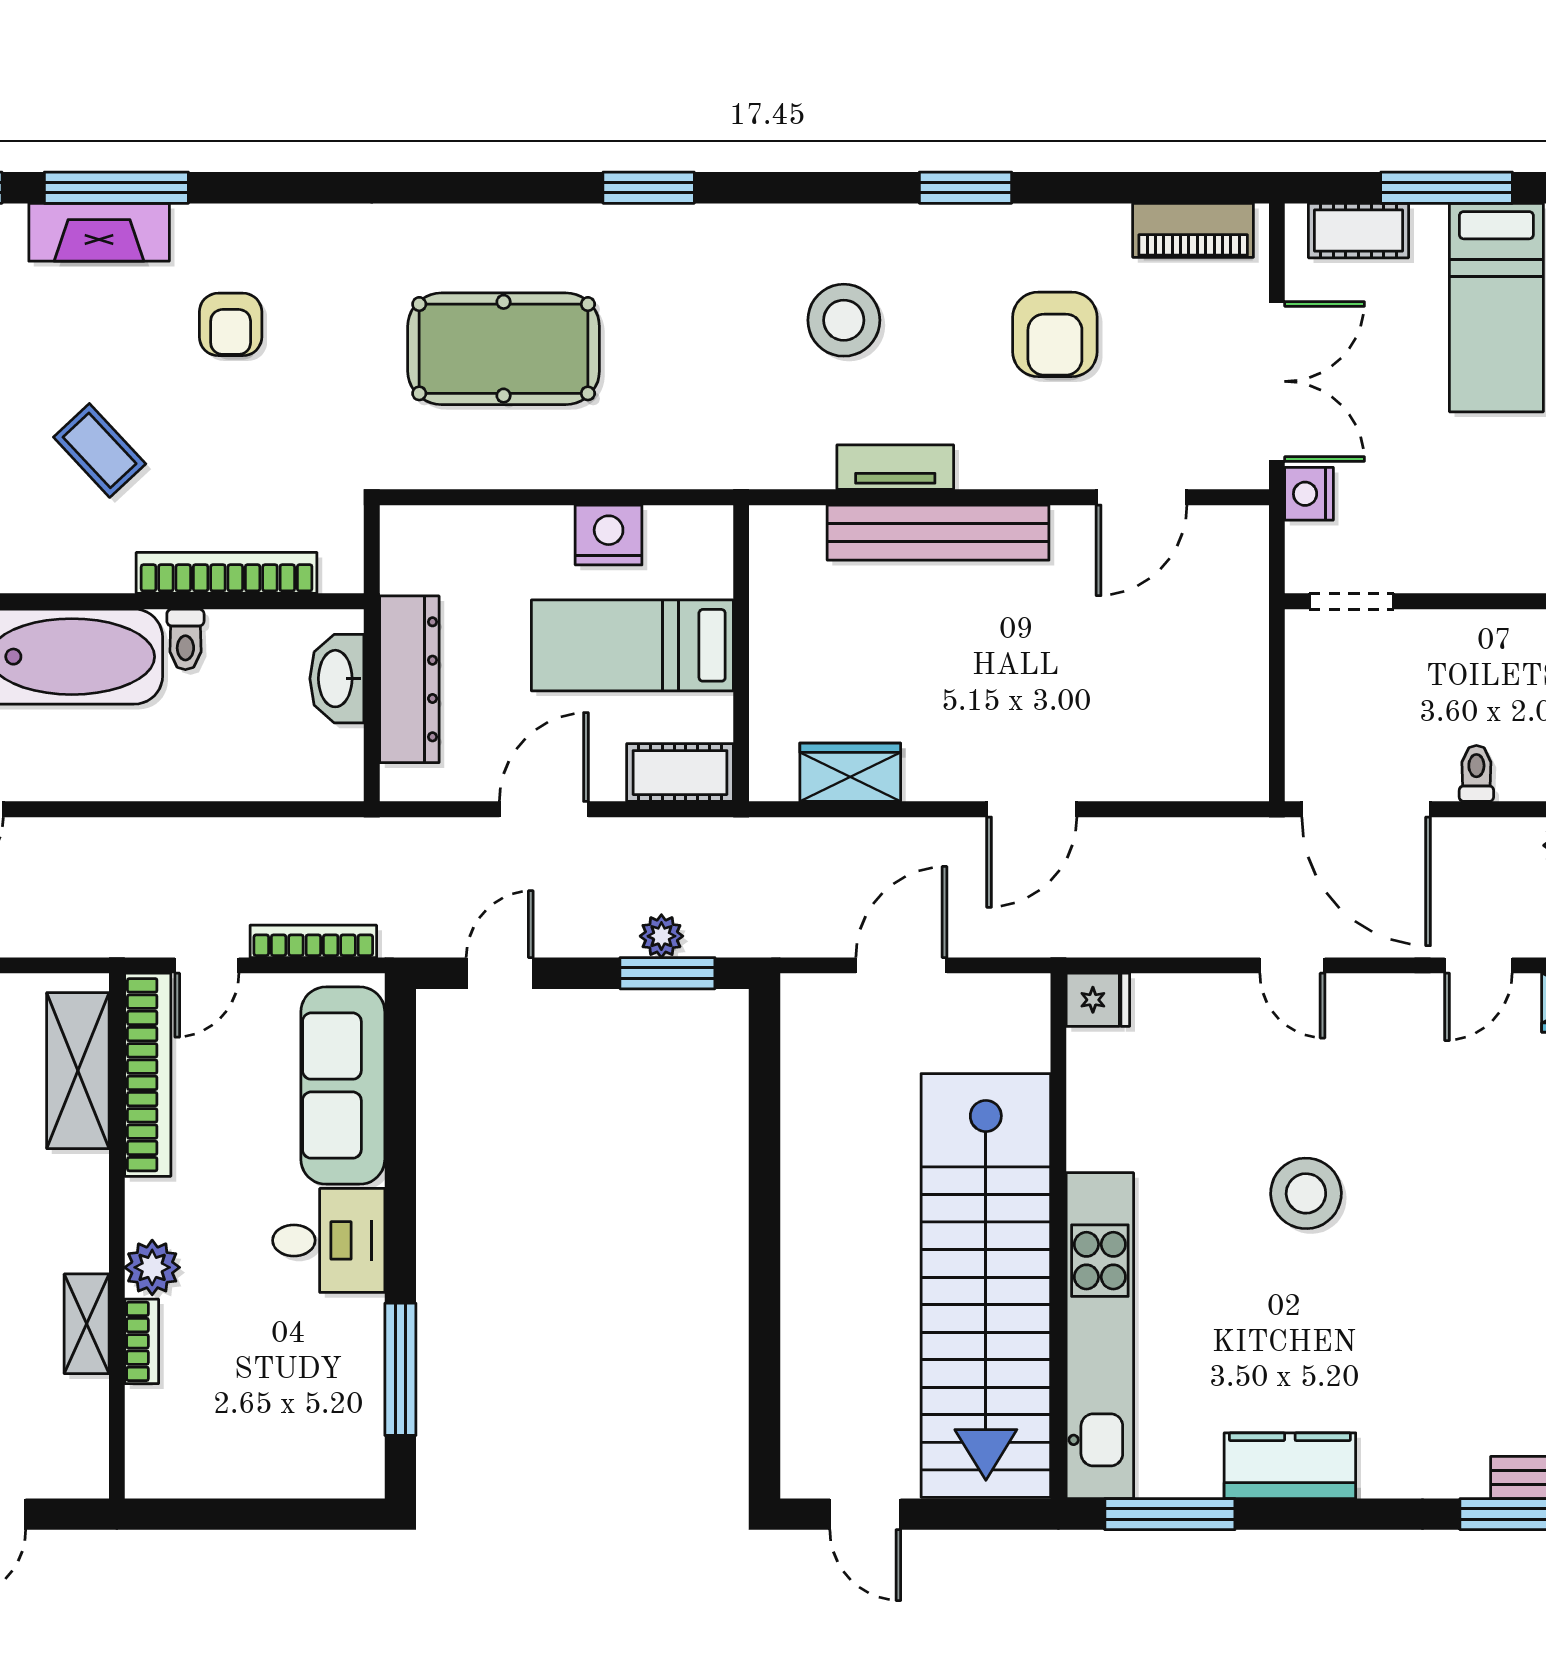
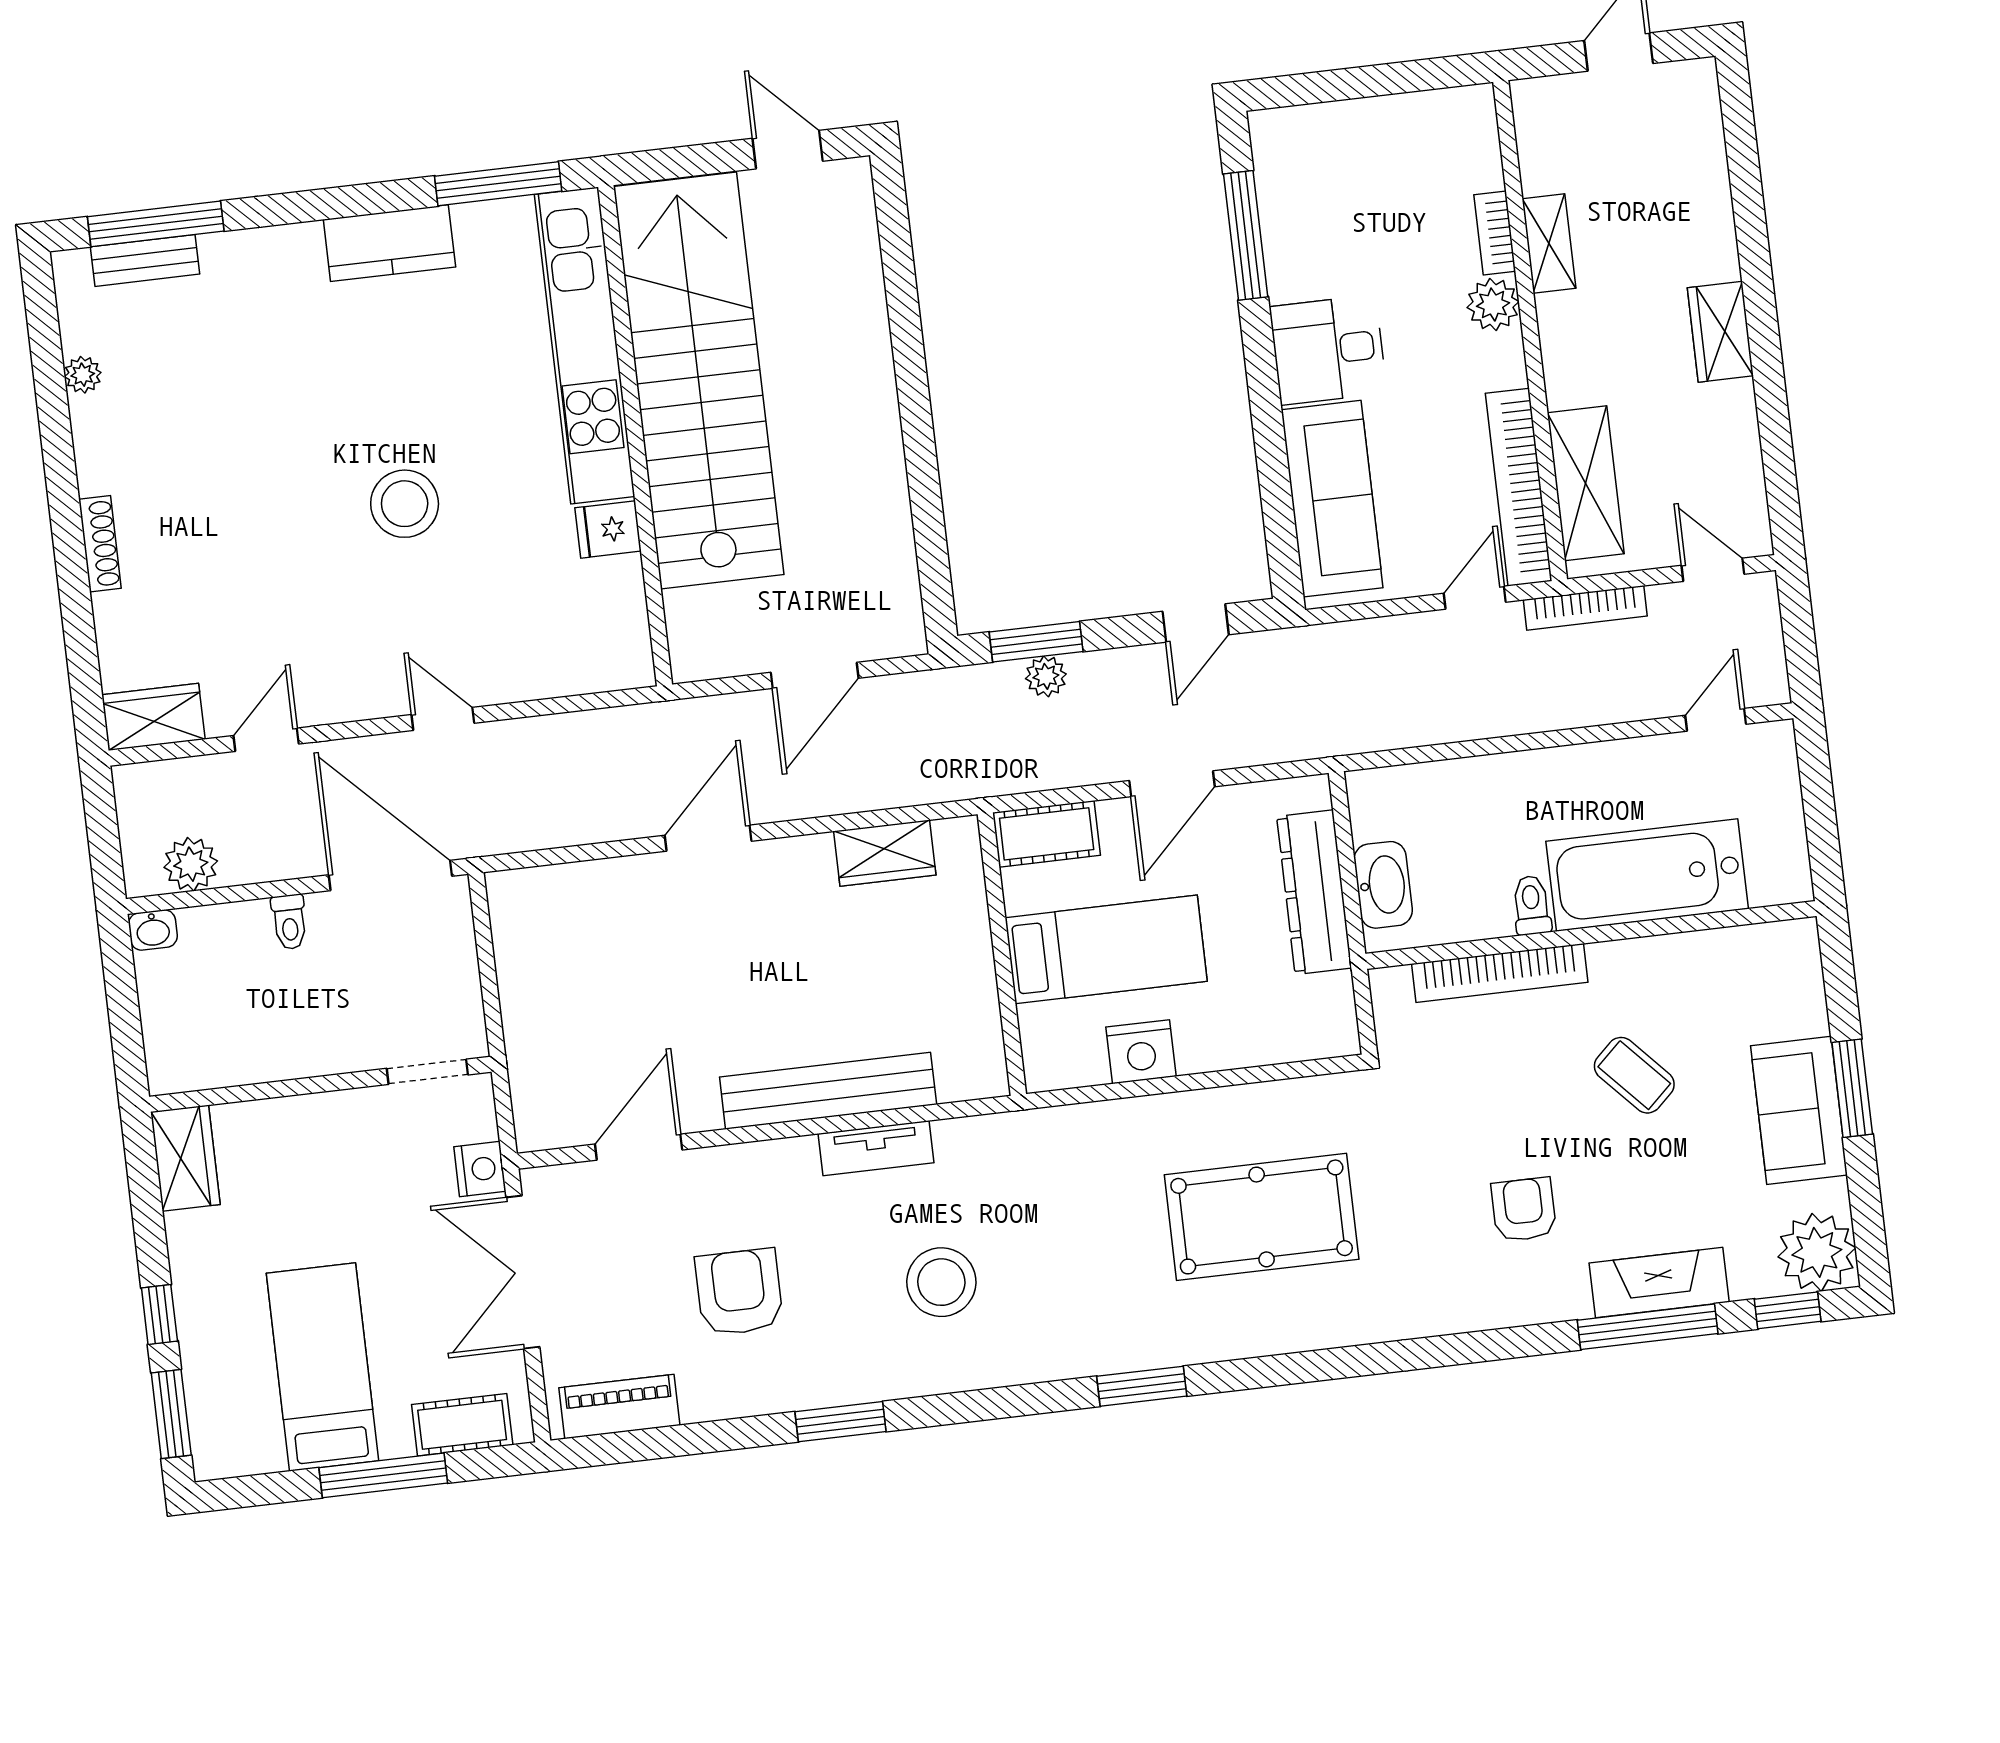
bookcase: (313, 941) -> (1585, 608), moved
fridge: (1098, 1000) -> (608, 529), moved

